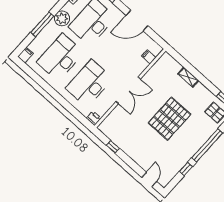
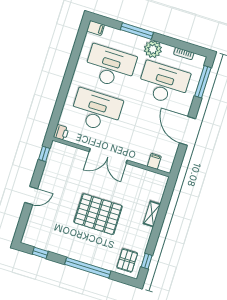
window: (113, 147) -> (44, 154), moved
window: (186, 169) -> (40, 253), moved
door: (149, 179) -> (31, 196), moved

